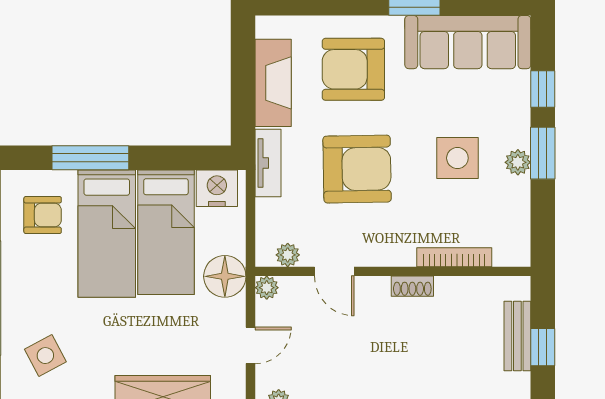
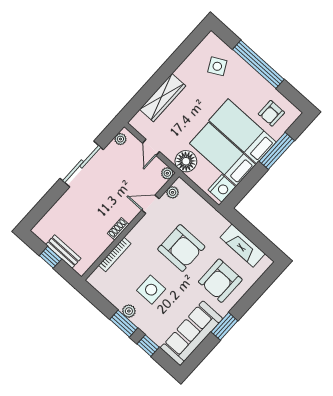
armchair: (353, 69) -> (220, 281), turned 180
tv unit: (268, 163) -> (214, 216), removed
armchair: (357, 169) -> (181, 248), turned -89

